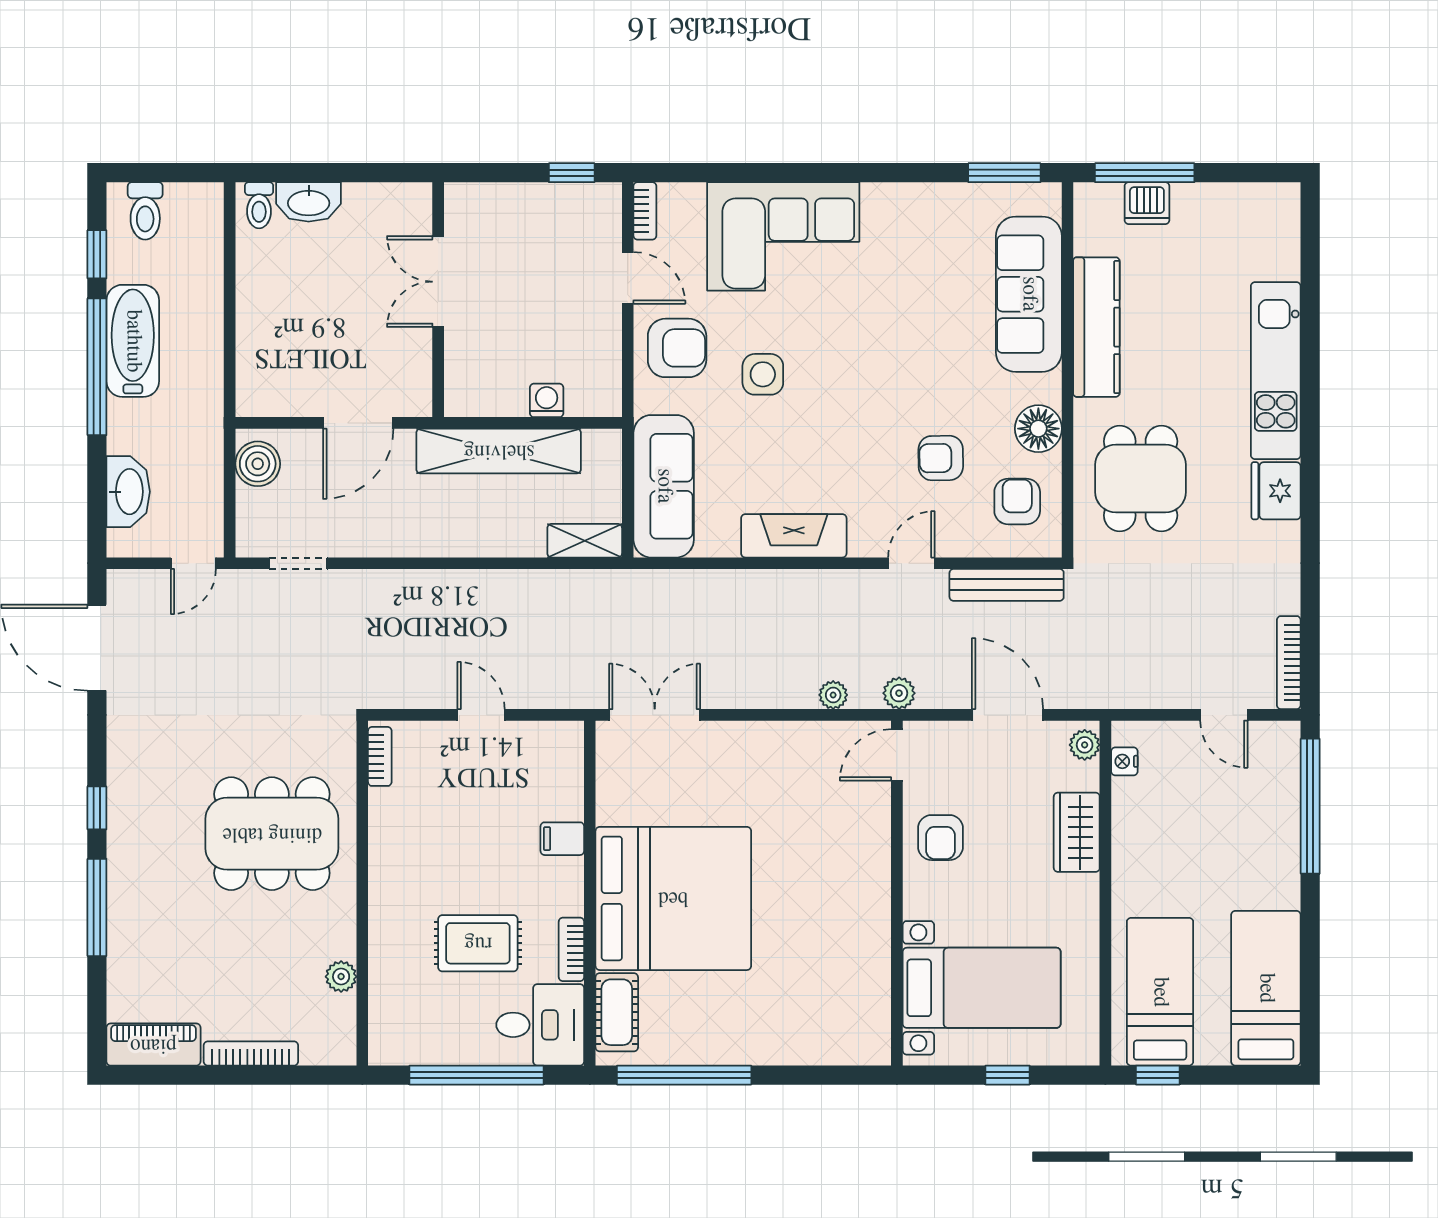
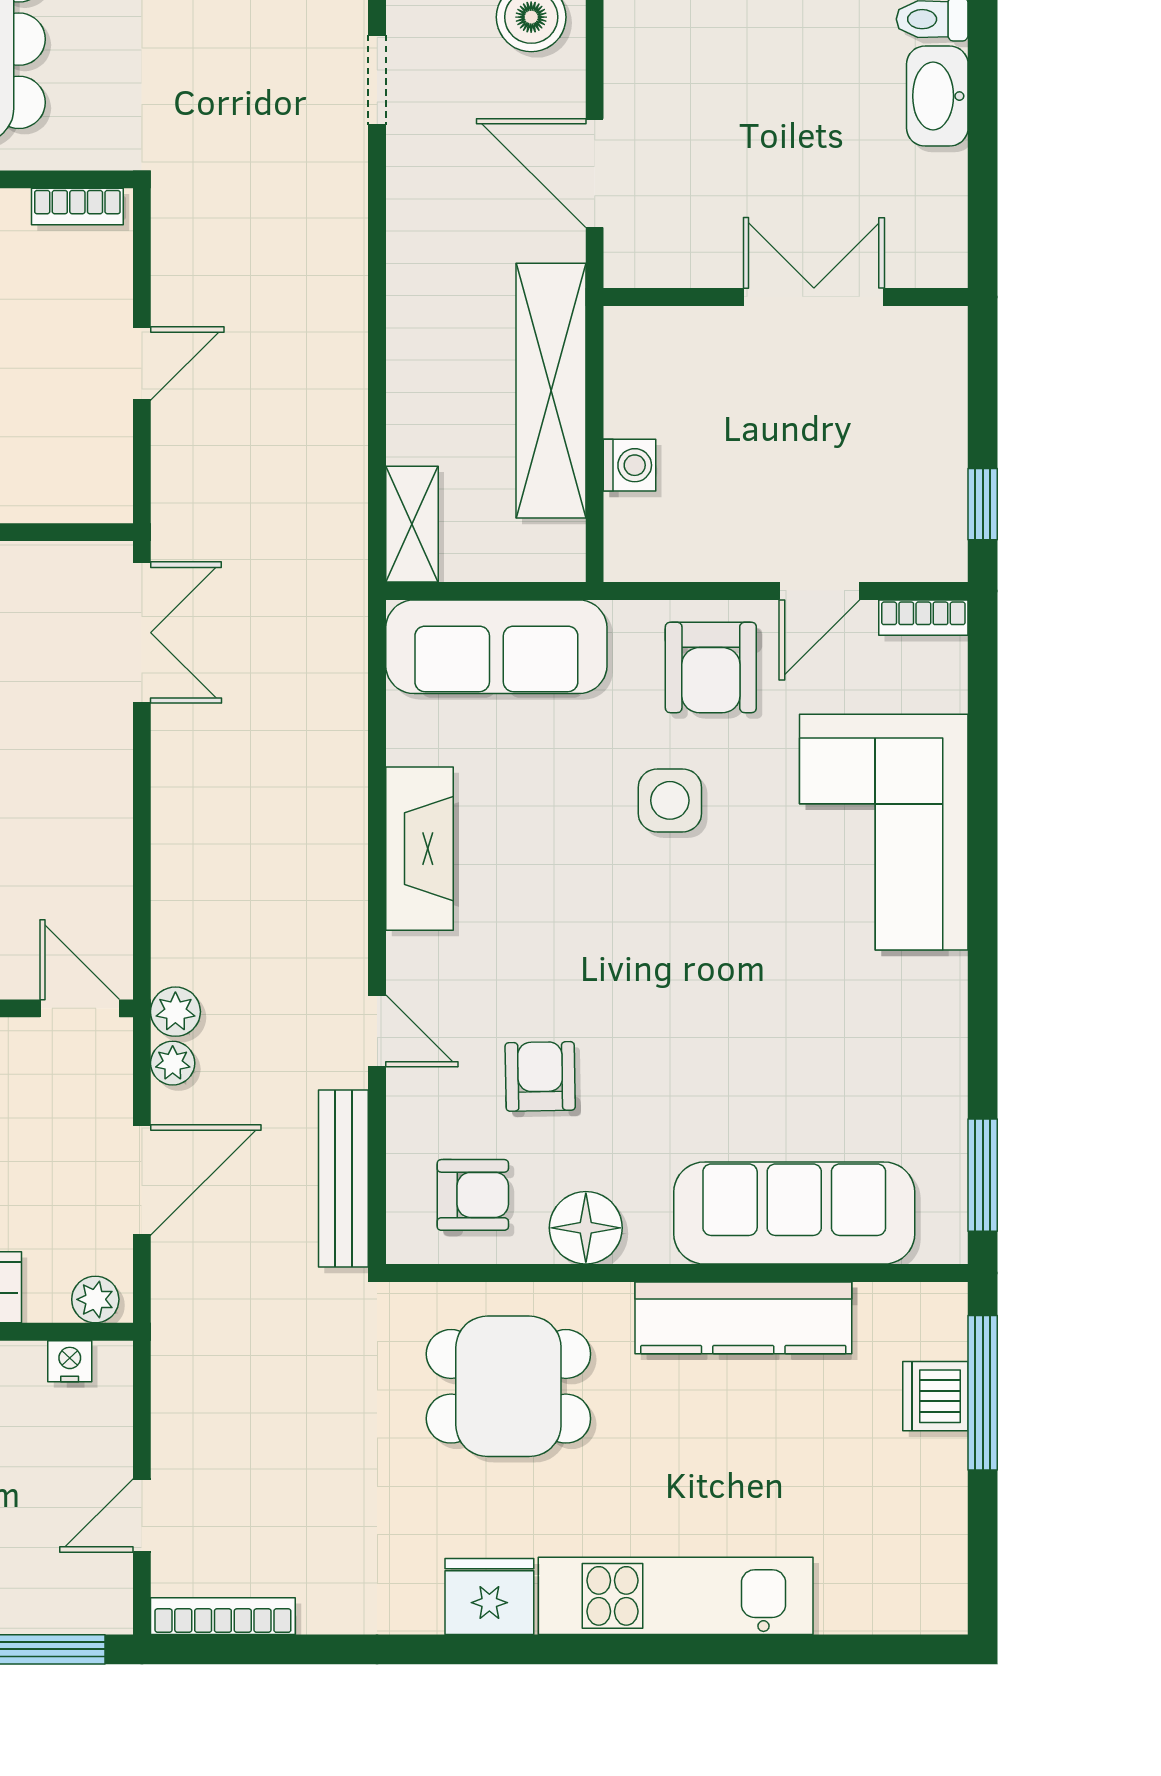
plant: (833, 695) -> (173, 1063), moved

